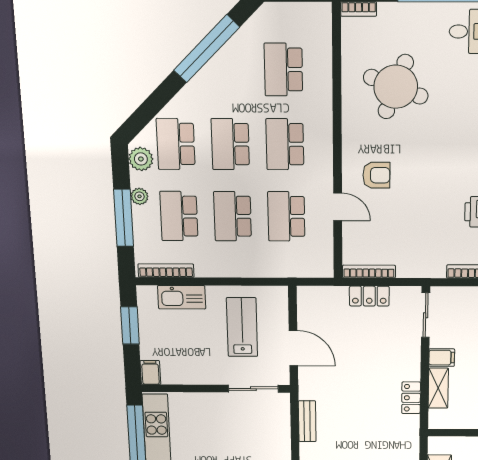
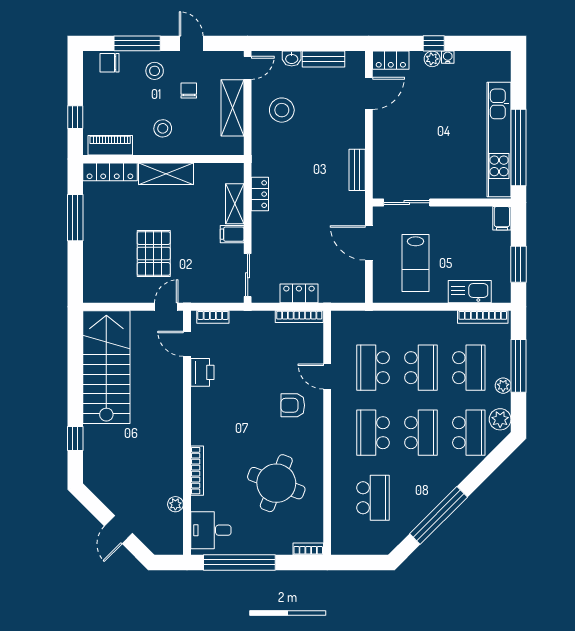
school desk: (285, 144) -> (373, 433), turned 180
school desk: (286, 216) -> (373, 368), turned 180

